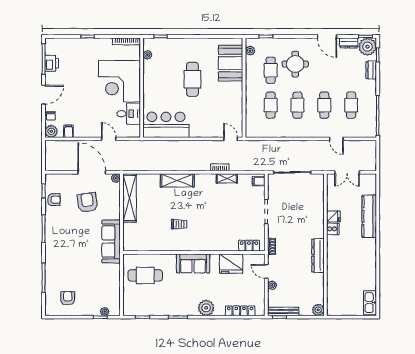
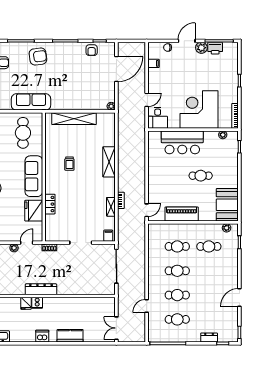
dresser: (349, 43) -> (234, 317), removed
plant: (368, 47) -> (230, 334), removed
booth: (231, 63) -> (227, 205), moved, turned 90
round table: (295, 64) -> (214, 269), removed
cafe table: (192, 79) -> (201, 176), width x0.73, depth x0.74
door: (44, 95) -> (187, 41), swing flipped
piano: (235, 100) -> (182, 214), added
desk: (129, 114) -> (158, 118), moved
bar counter: (166, 125) -> (182, 142), moved, turned 90
plant: (51, 131) -> (201, 48), moved
door: (92, 172) -> (116, 69), moved
double door: (347, 172) -> (116, 328), moved
shelving: (130, 198) -> (74, 119), moved
armchair: (87, 202) -> (38, 57), moved
kitchen counter: (369, 216) -> (70, 336), width x0.67
fridge: (333, 217) -> (26, 303), moved
cooker: (333, 229) -> (37, 303), moved
sofa: (111, 241) -> (31, 102), moved
locker: (249, 246) -> (50, 204), moved
dishwasher: (370, 254) -> (42, 336), added
sofa: (193, 263) -> (34, 176), width x1.36

